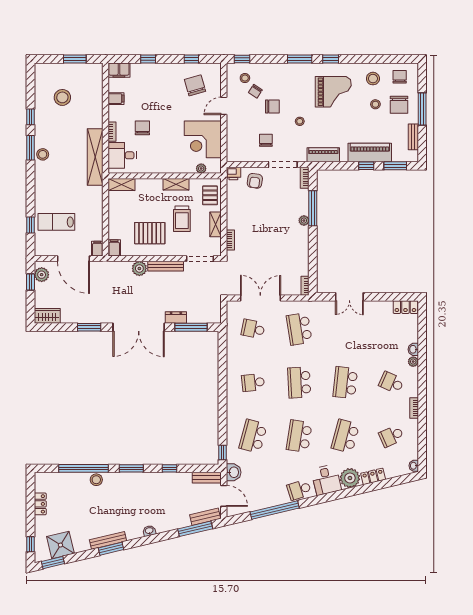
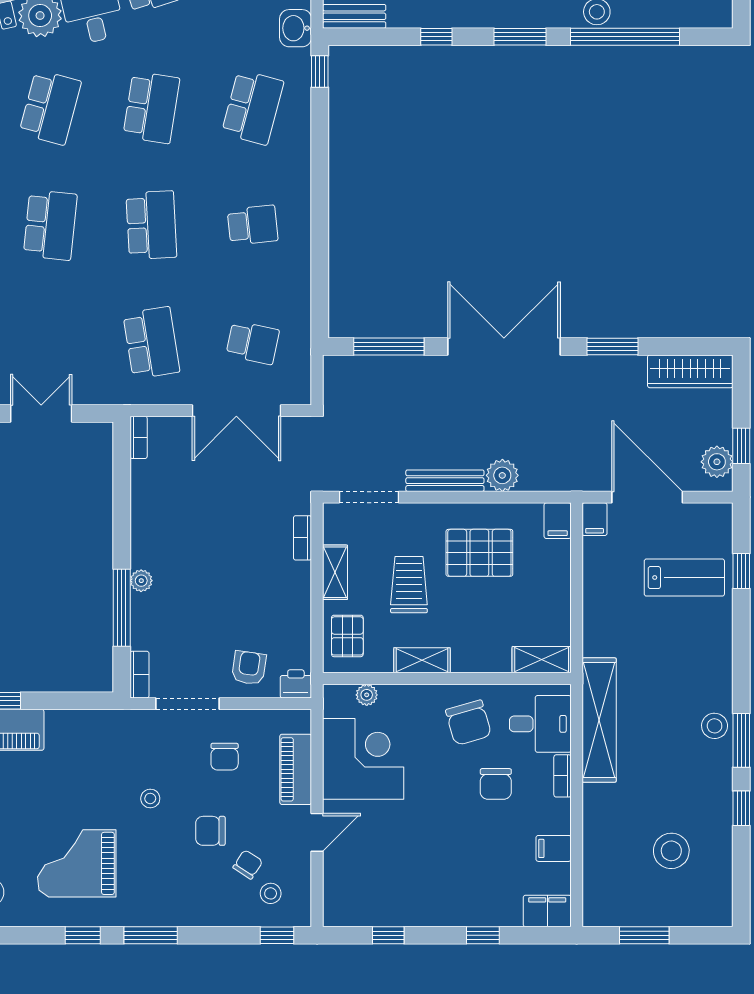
chair: (195, 85) -> (468, 723), moved
piano: (323, 155) -> (296, 769), moved, turned 90
wardrobe: (47, 316) -> (690, 371), width x1.50
dresser: (176, 318) -> (422, 368), removed

